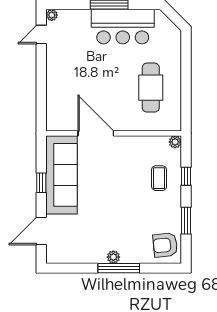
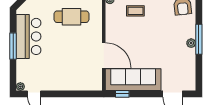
door: (96, 133) -> (104, 55), swing flipped
window: (41, 183) -> (122, 94), moved

